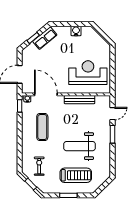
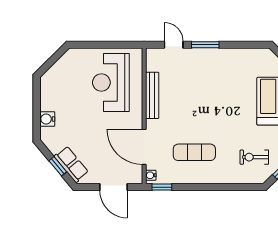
water cooler: (76, 31) -> (47, 119), moved
row of seats: (45, 38) -> (71, 164), moved
door: (46, 94) -> (144, 147), hinge flipped
weight bench: (80, 146) -> (223, 95), removed

